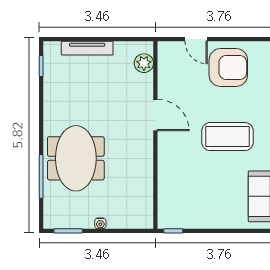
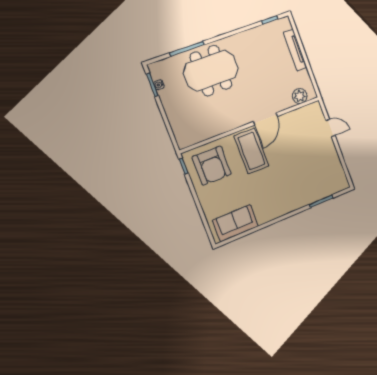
door: (196, 39) -> (330, 128), swing flipped
armchair: (228, 67) -> (212, 166), moved
coffee table: (227, 137) -> (251, 151), moved
water cooler: (100, 223) -> (159, 85), moved

